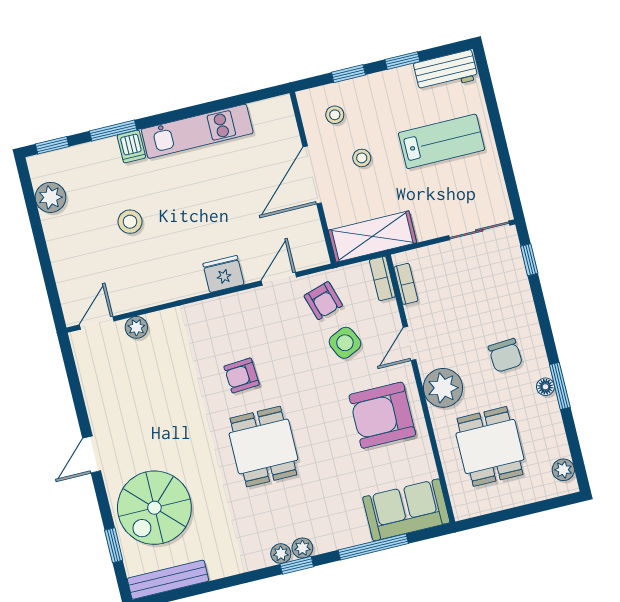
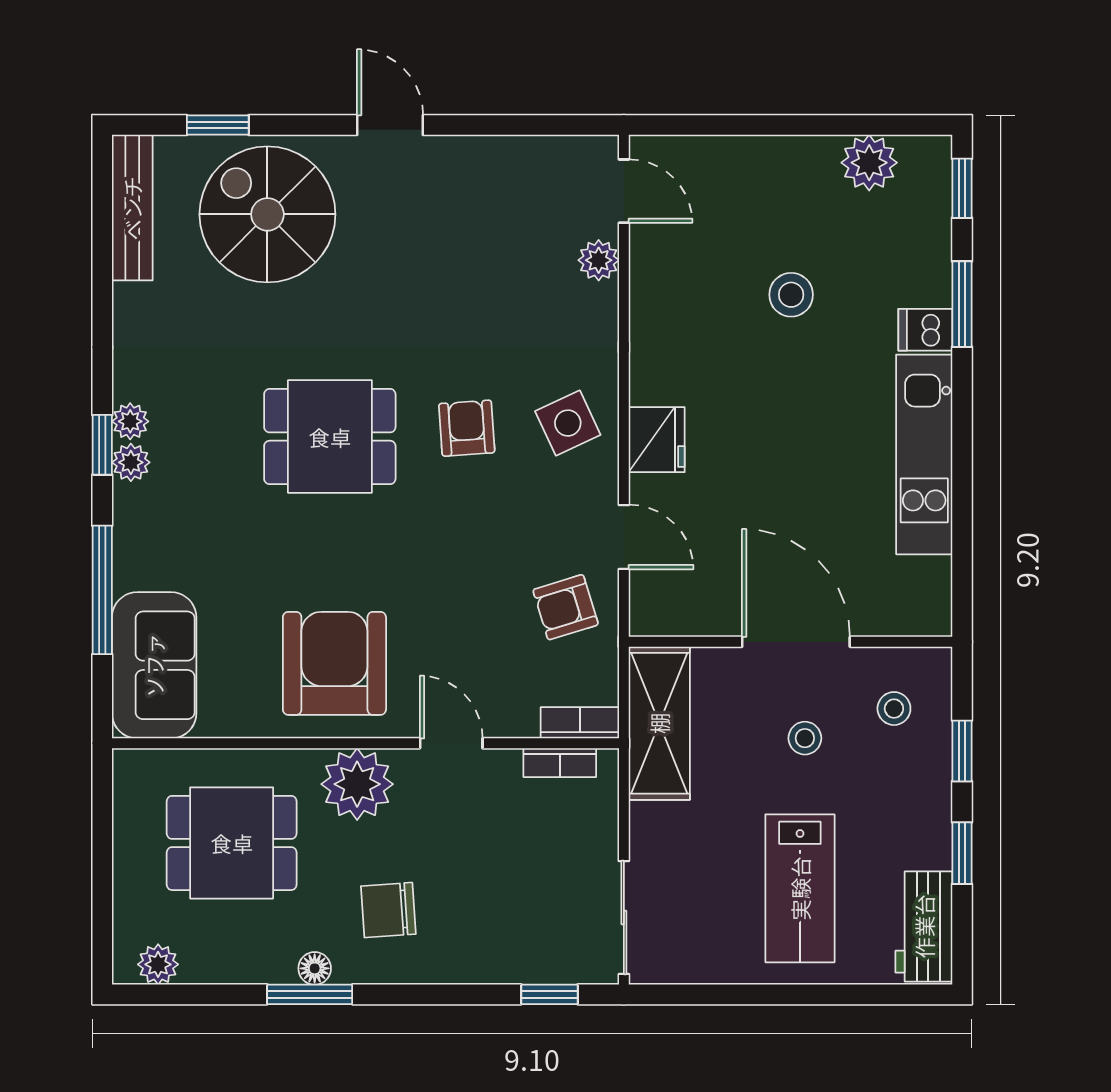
side table: (345, 343) -> (568, 423), moved

